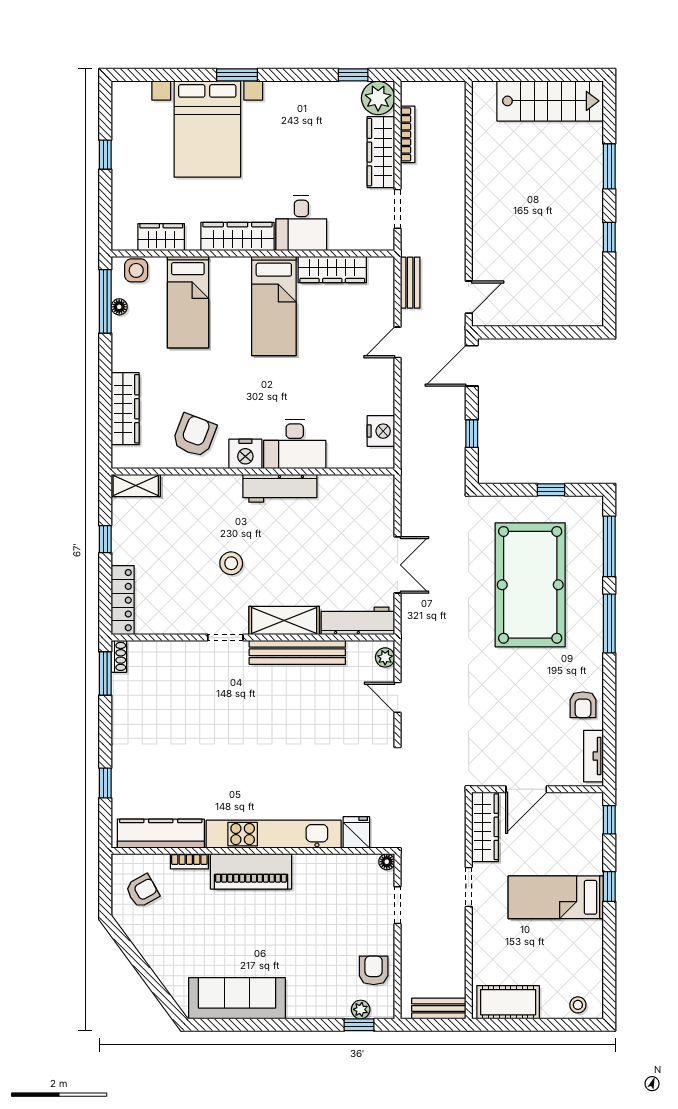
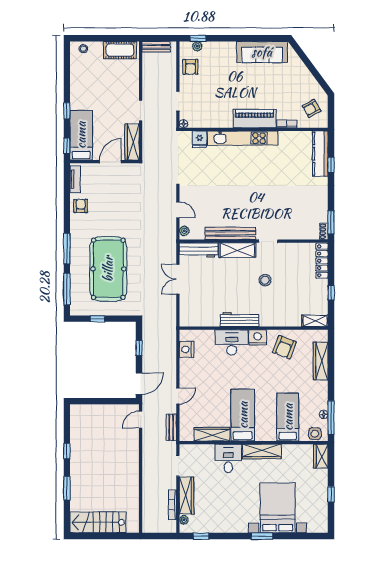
plant: (378, 98) -> (184, 520), width x0.53, depth x0.53
wardrobe: (161, 237) -> (321, 456), moved, turned 90
kitchen counter: (161, 834) -> (320, 154), moved, turned 90
bed: (556, 897) -> (81, 135), moved, turned -90

